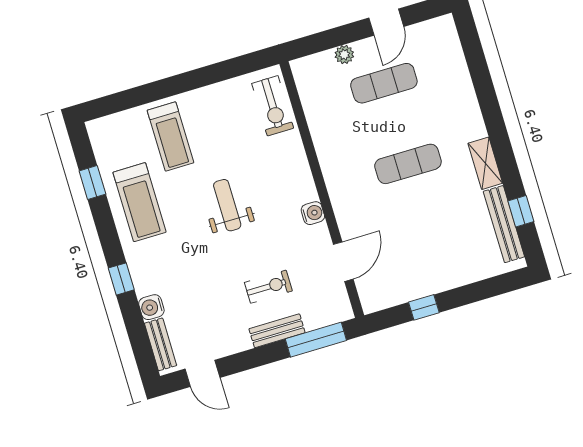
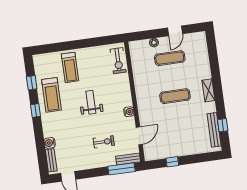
shelving: (485, 163) -> (208, 90), moved
window: (121, 279) -> (36, 110), moved
bench: (277, 331) -> (128, 159), moved

